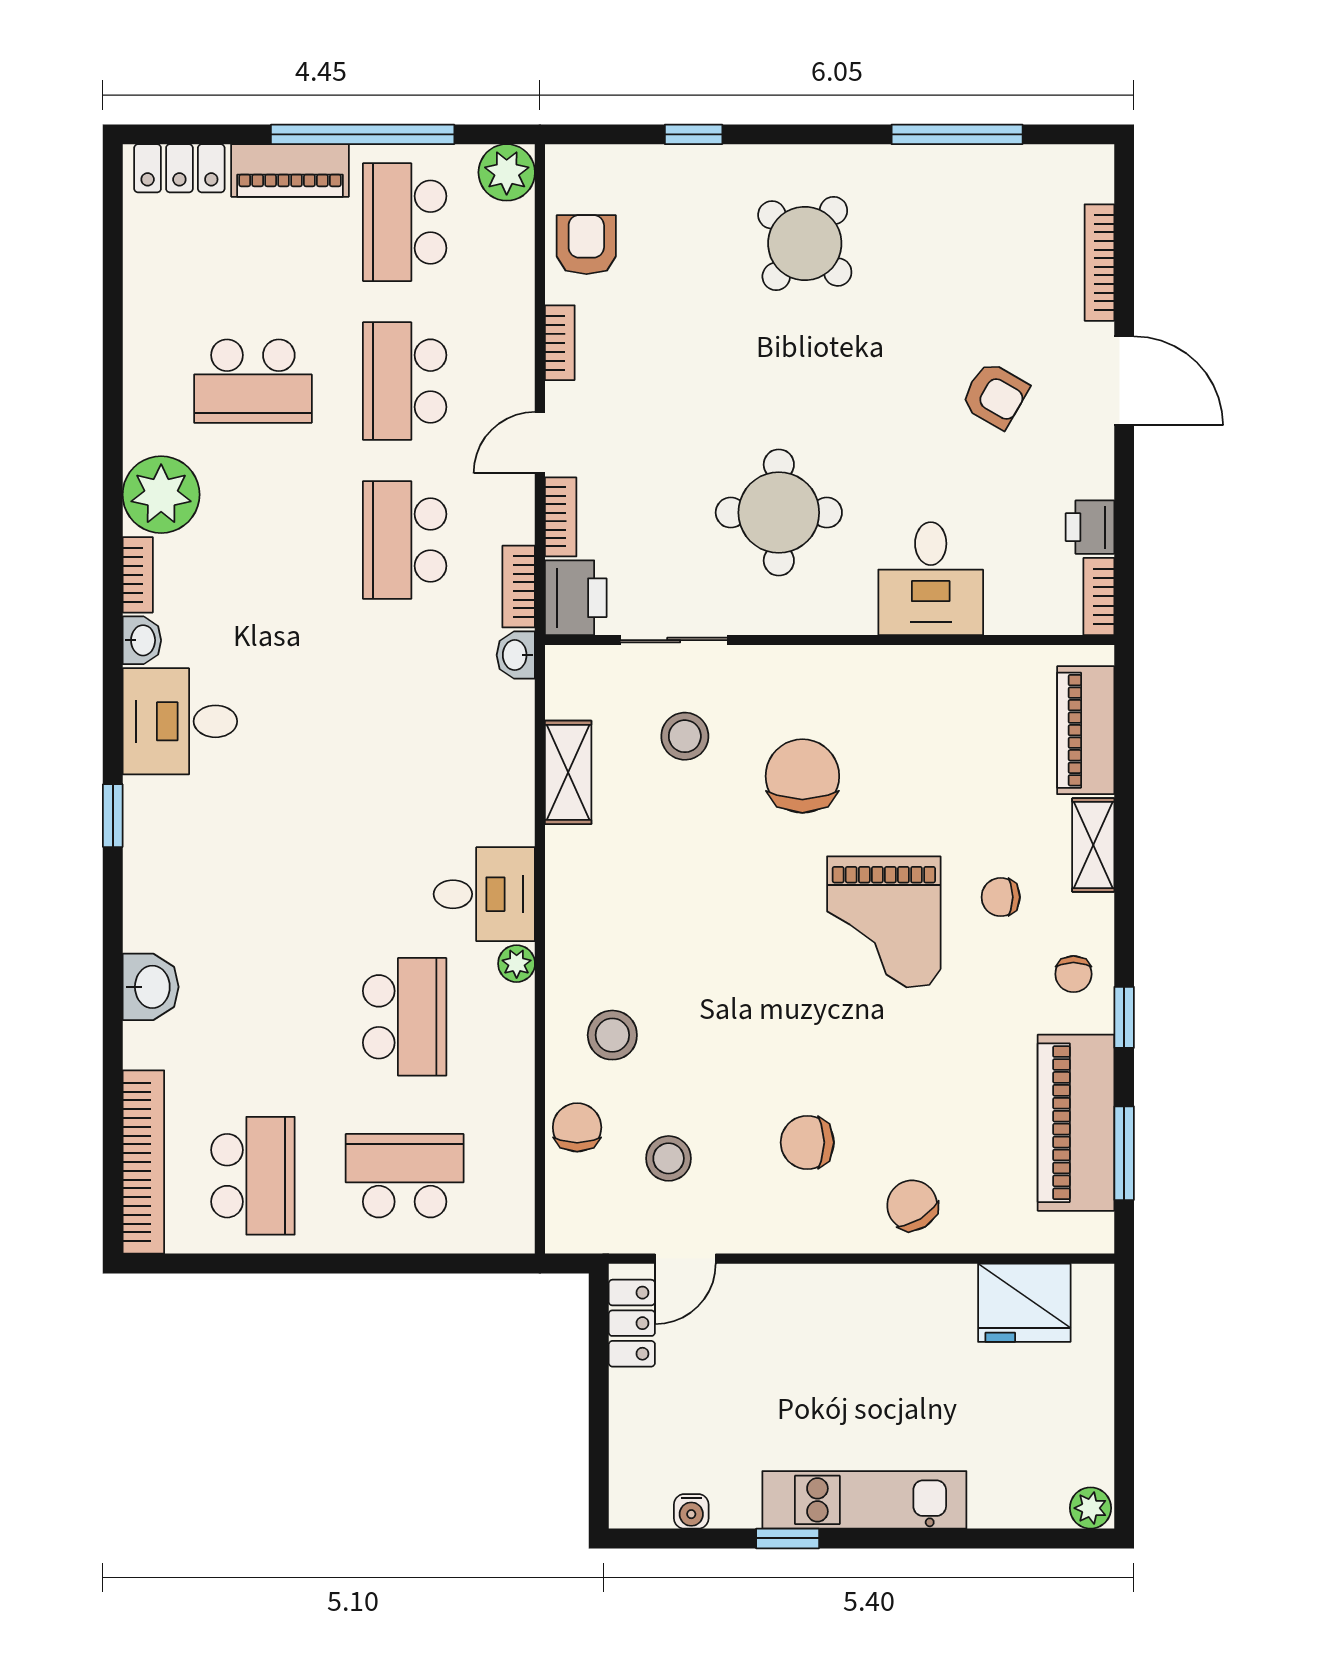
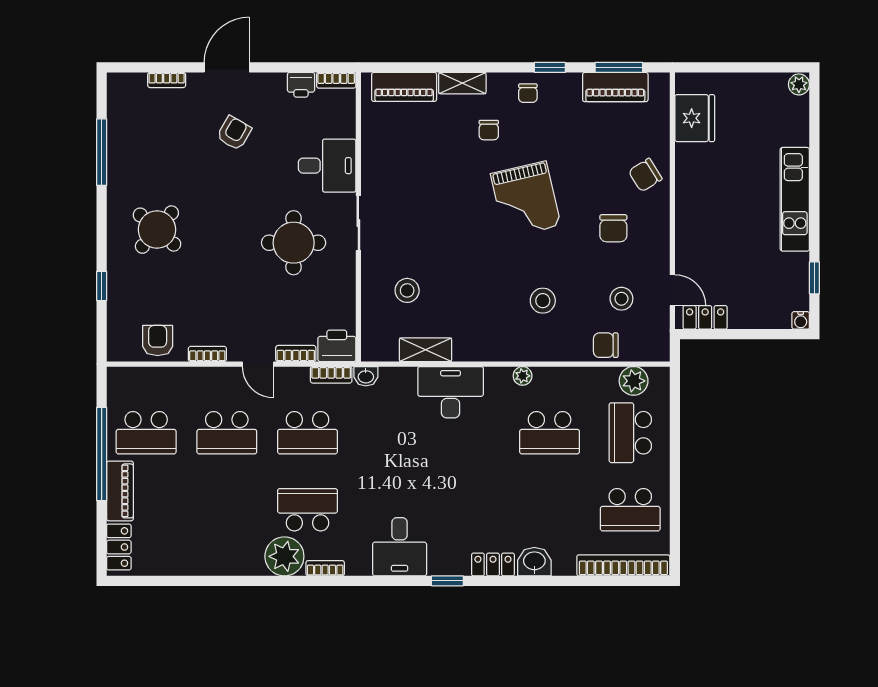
plant: (507, 172) -> (634, 381), moved
armchair: (586, 245) -> (158, 340), turned 90
bookcase: (1099, 263) -> (167, 80), width x0.64
school desk: (253, 381) -> (308, 510), moved, turned -90
washbasin: (142, 640) -> (358, 566), removed
sliding door: (674, 640) -> (358, 223), moved
chair: (802, 776) -> (427, 231), removed
desk: (484, 894) -> (451, 392), moved, width x1.37
locker: (145, 905) -> (493, 564), added
grand piano: (884, 922) -> (526, 200), moved, turned 77
chair: (1073, 974) -> (528, 93), turned 90
school desk: (405, 1017) -> (550, 433), turned 180
stool: (612, 1035) -> (543, 301), moved
piano: (1076, 1123) -> (615, 87), width x0.73, depth x0.75
school desk: (253, 1176) -> (630, 510), turned 180
water cooler: (691, 1511) -> (801, 320), moved, turned 90
window: (788, 1538) -> (814, 278), moved

